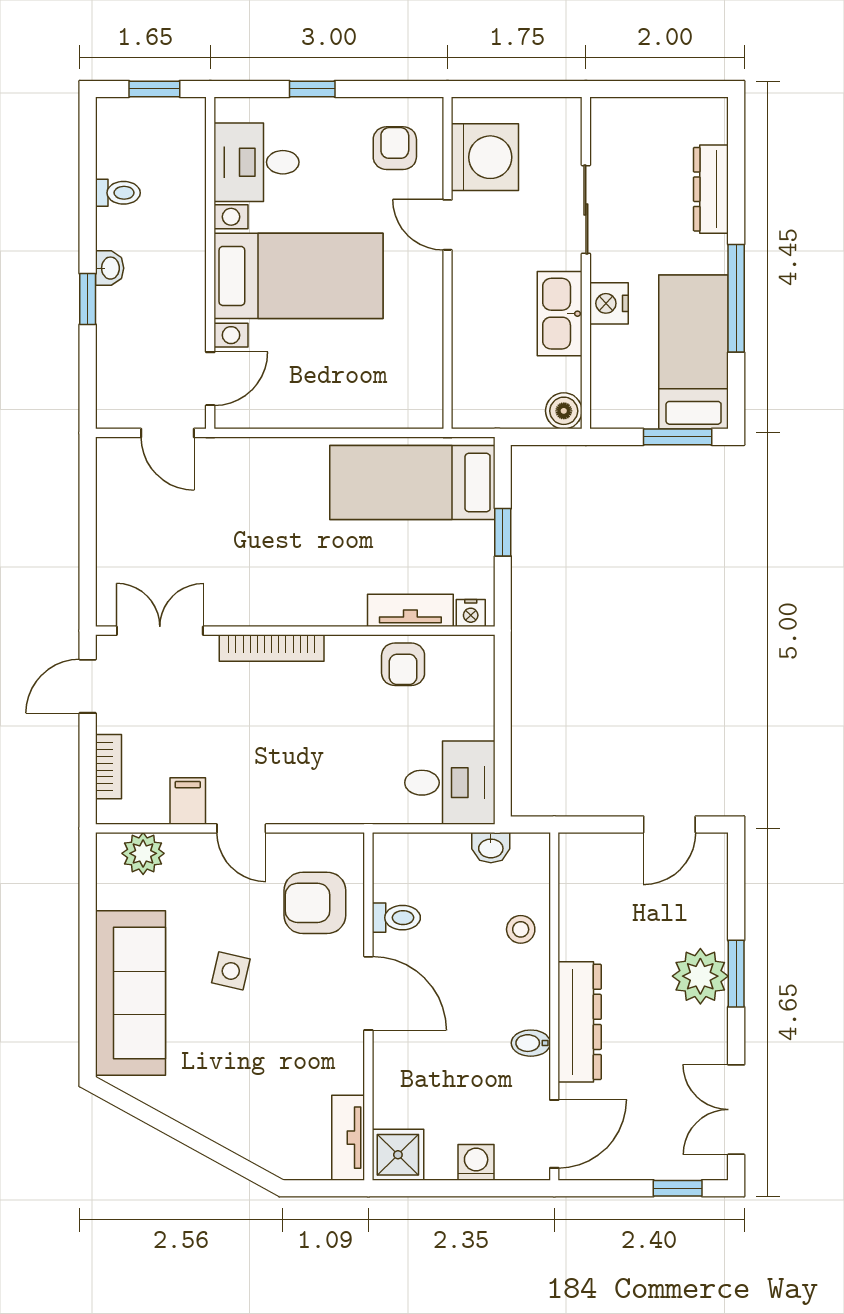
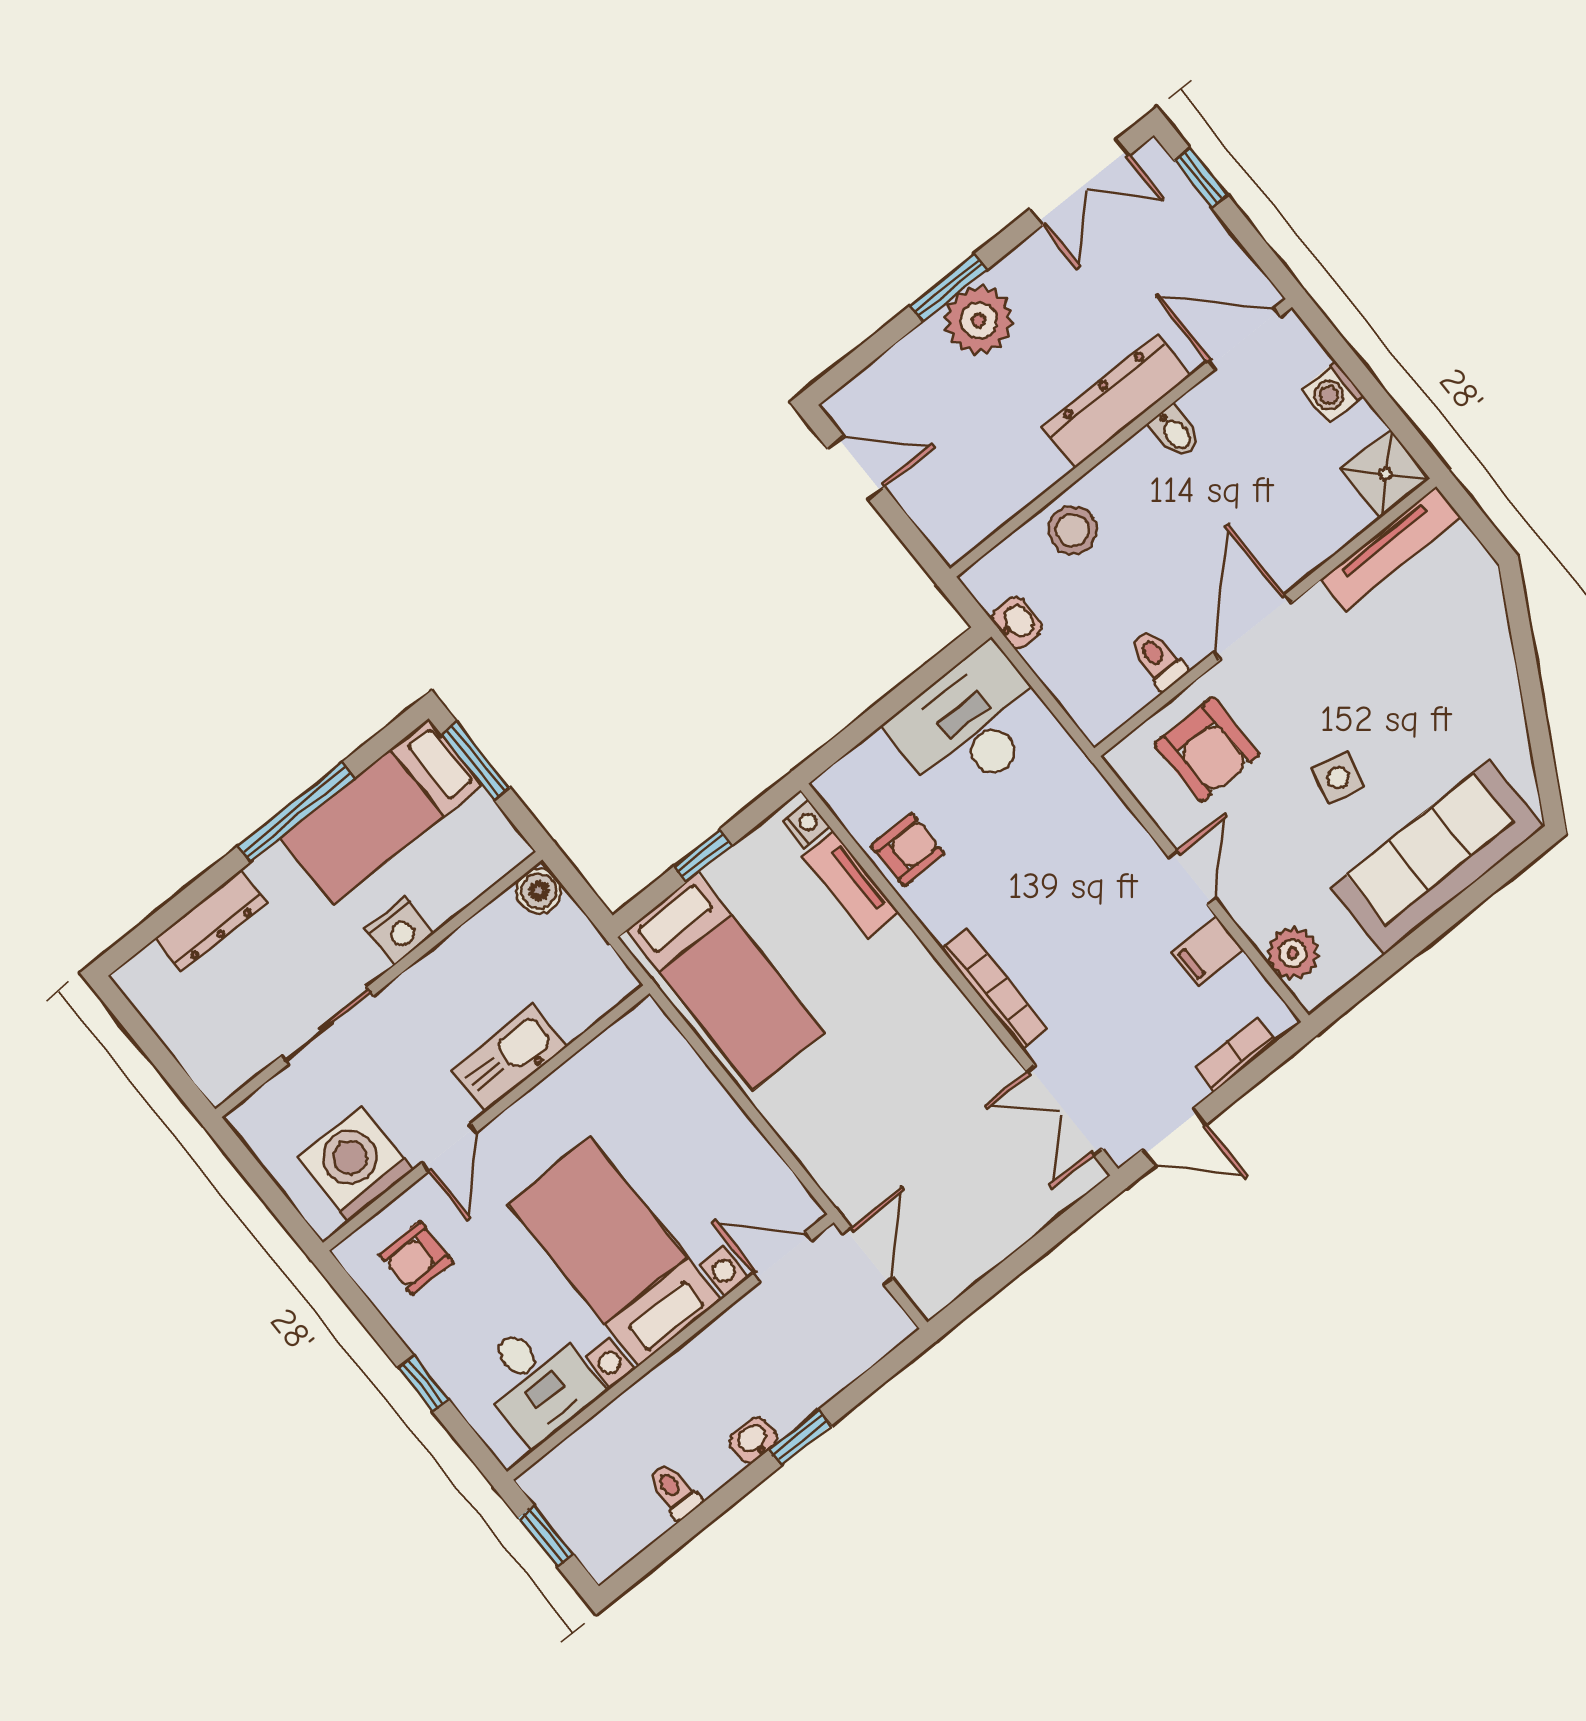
kitchen sink: (560, 314) -> (509, 1058), moved, turned 180
desk: (450, 783) -> (971, 724), width x1.37
stool: (521, 929) -> (1073, 530), width x1.37, depth x1.37
tv unit: (348, 1138) -> (1391, 549), width x1.41

